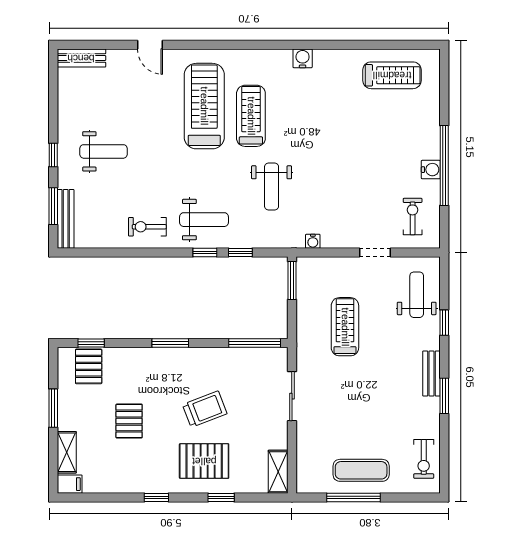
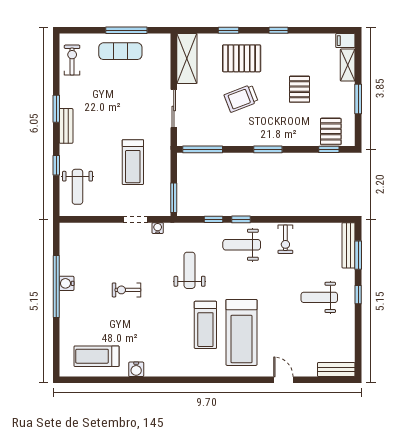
water cooler: (303, 58) -> (136, 369), moved
exercise bike: (413, 217) -> (127, 290), moved, turned 90
exercise bike: (147, 227) -> (285, 239), turned 90
doorway: (375, 253) -> (136, 219), moved
shelving: (278, 472) -> (187, 58), width x1.50, depth x1.33

